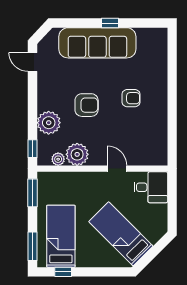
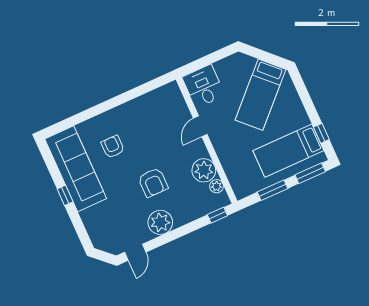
sofa: (97, 43) -> (76, 169), moved
armchair: (131, 98) -> (113, 147), moved
armchair: (87, 105) -> (153, 182), turned 180
plant: (49, 123) -> (160, 222), moved
window: (32, 193) -> (273, 190), moved

